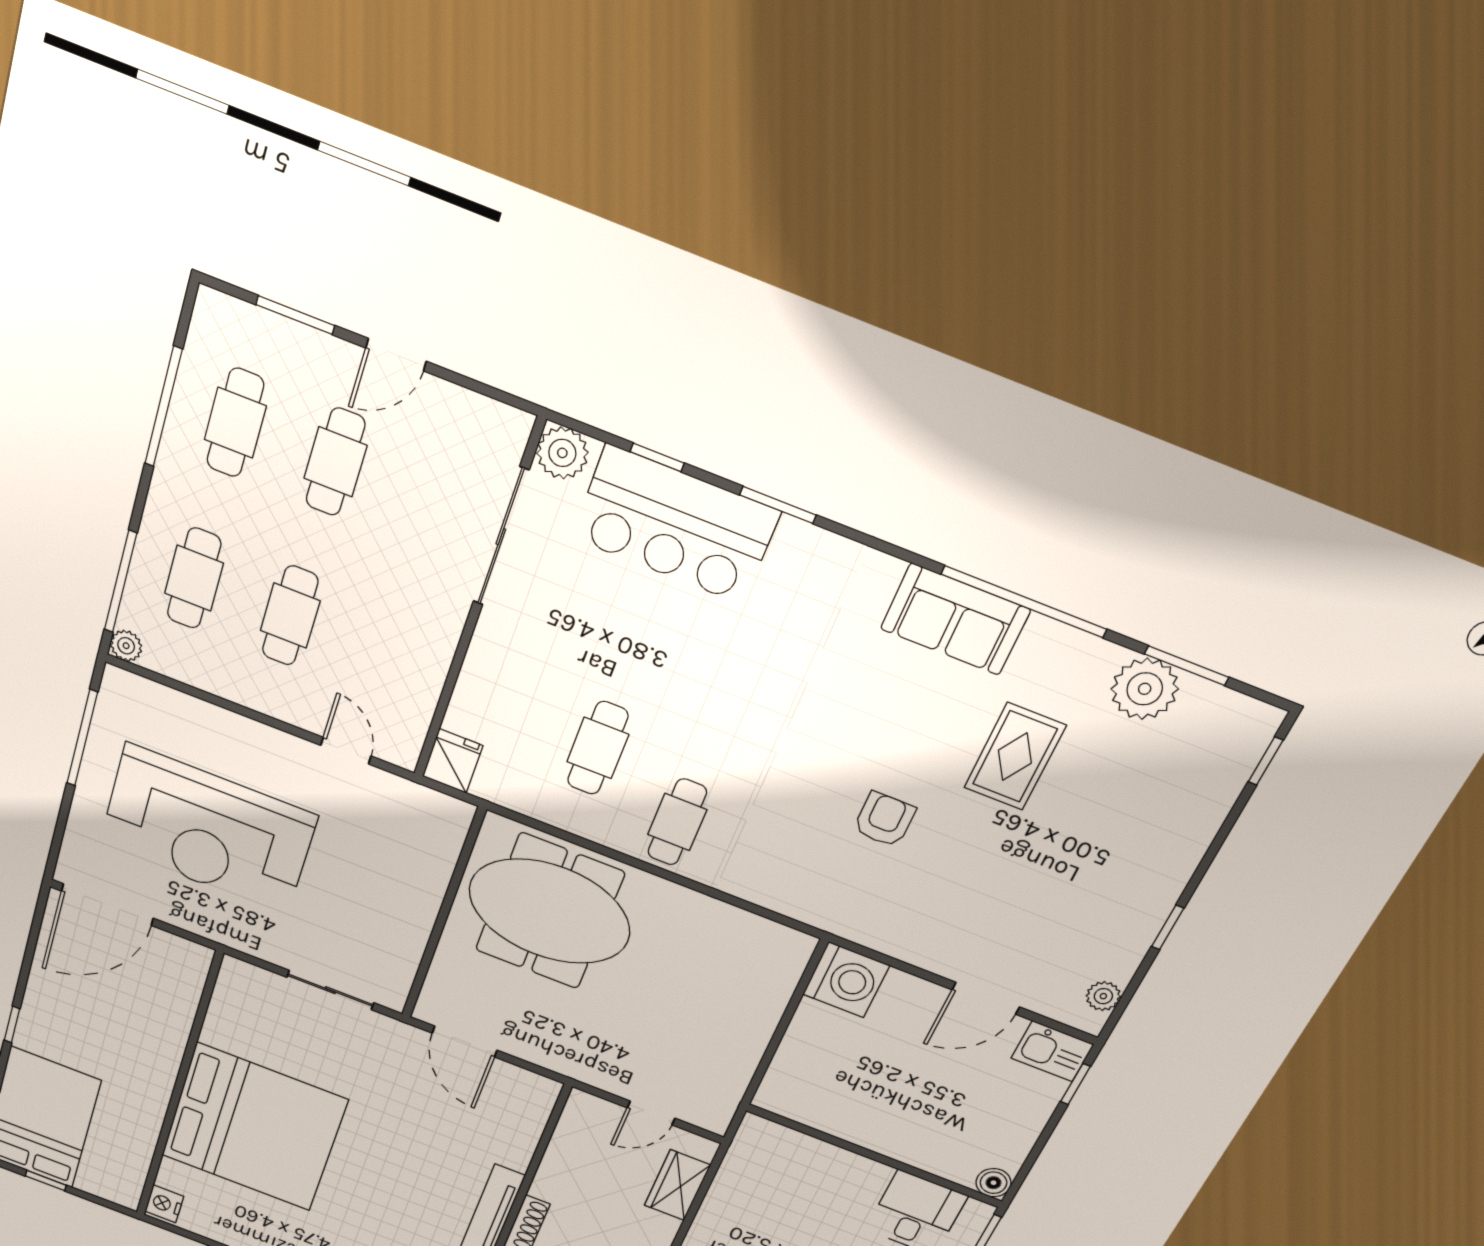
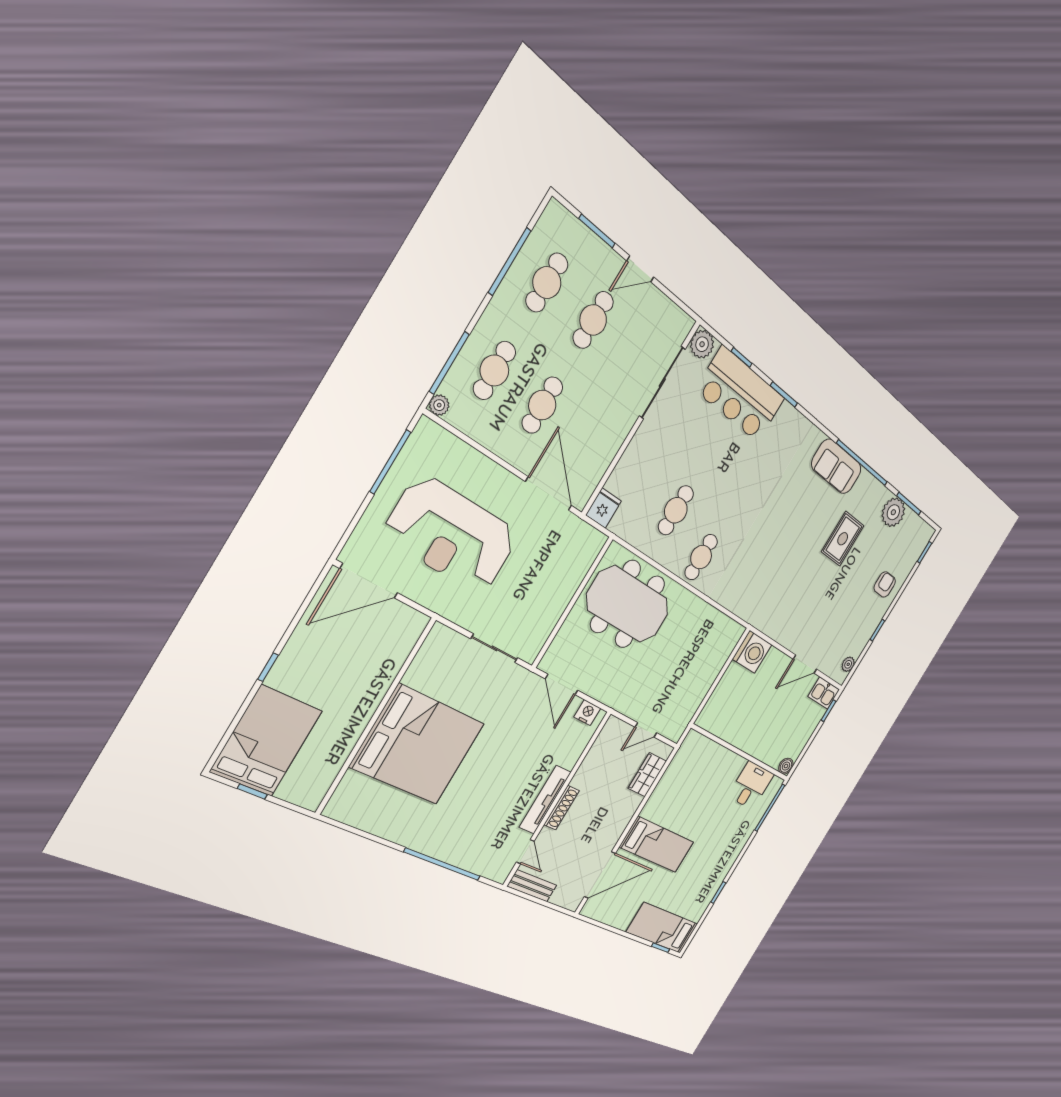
door: (346, 751) -> (549, 494), width x1.88
armchair: (884, 819) -> (885, 584), moved
nightstand: (164, 1204) -> (587, 713), moved, turned 90

